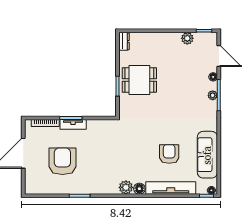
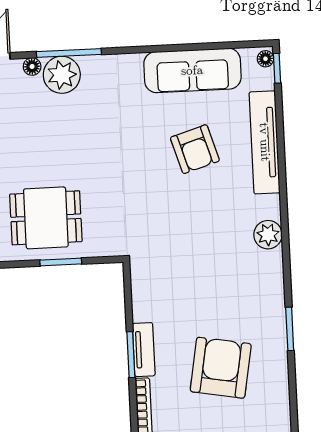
dining table: (139, 80) -> (46, 218), turned 90
plant: (213, 95) -> (62, 75), width x1.87, depth x1.87
armchair: (169, 154) -> (195, 149), turned -107
armchair: (62, 161) -> (221, 368), turned 100
floor lamp: (139, 189) -> (269, 207), removed

